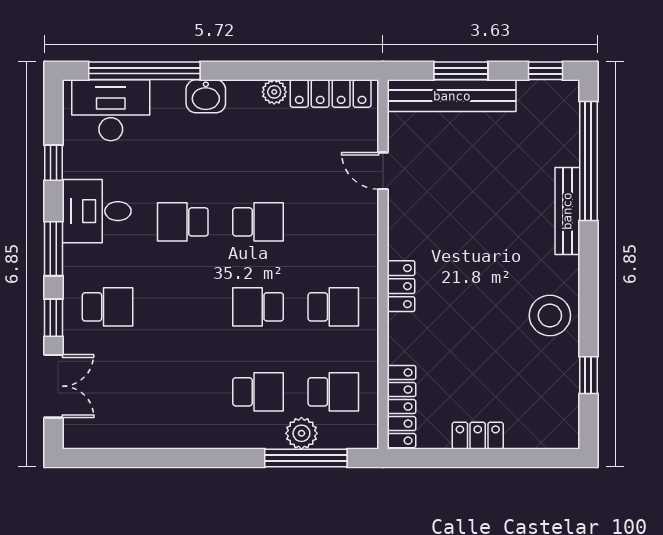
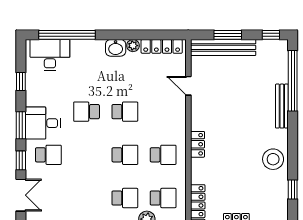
washbasin: (206, 96) -> (116, 48), moved
desk: (97, 211) -> (43, 123), moved
school desk: (258, 307) -> (125, 155), turned 180

